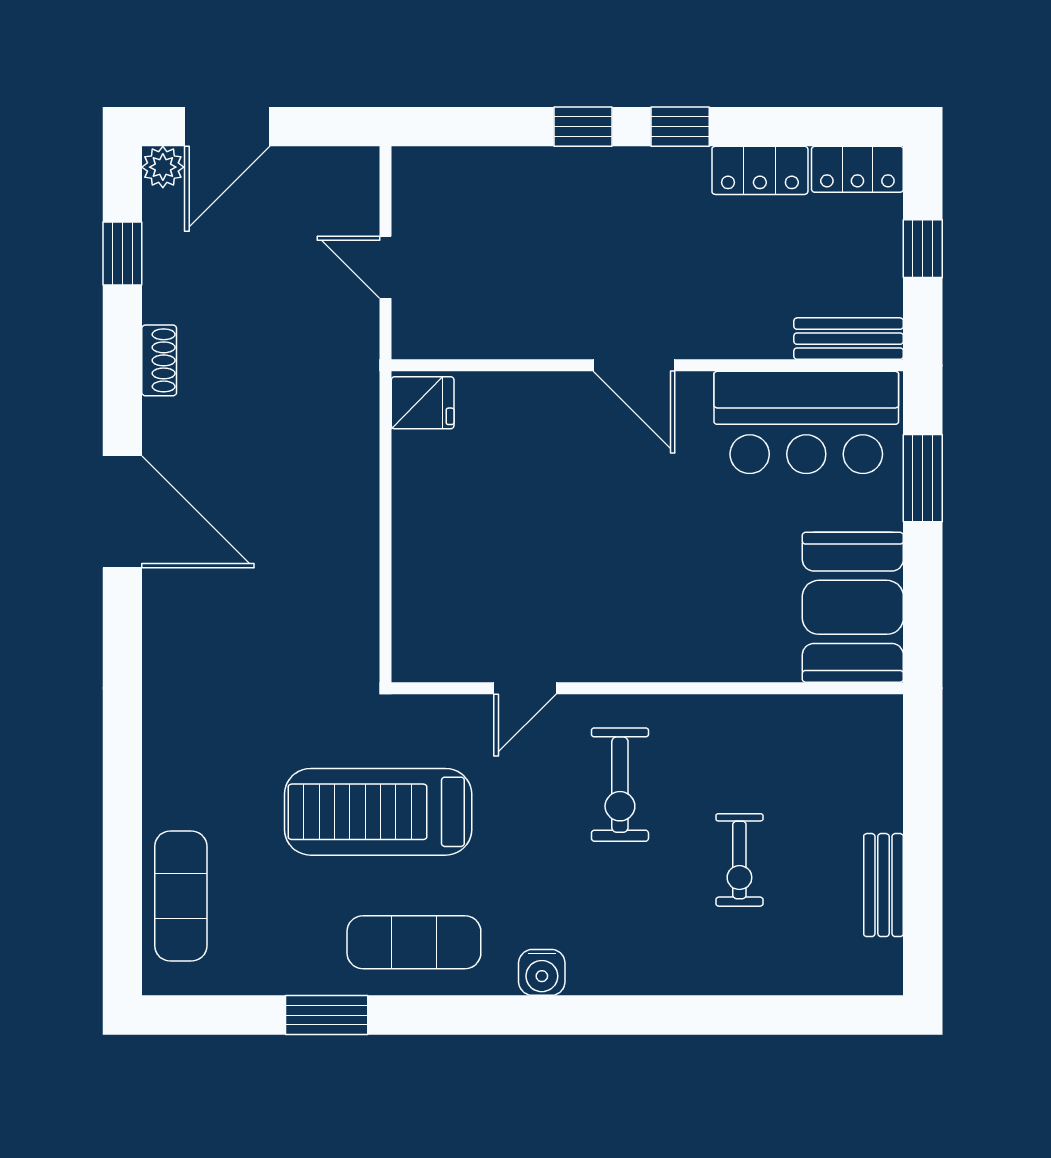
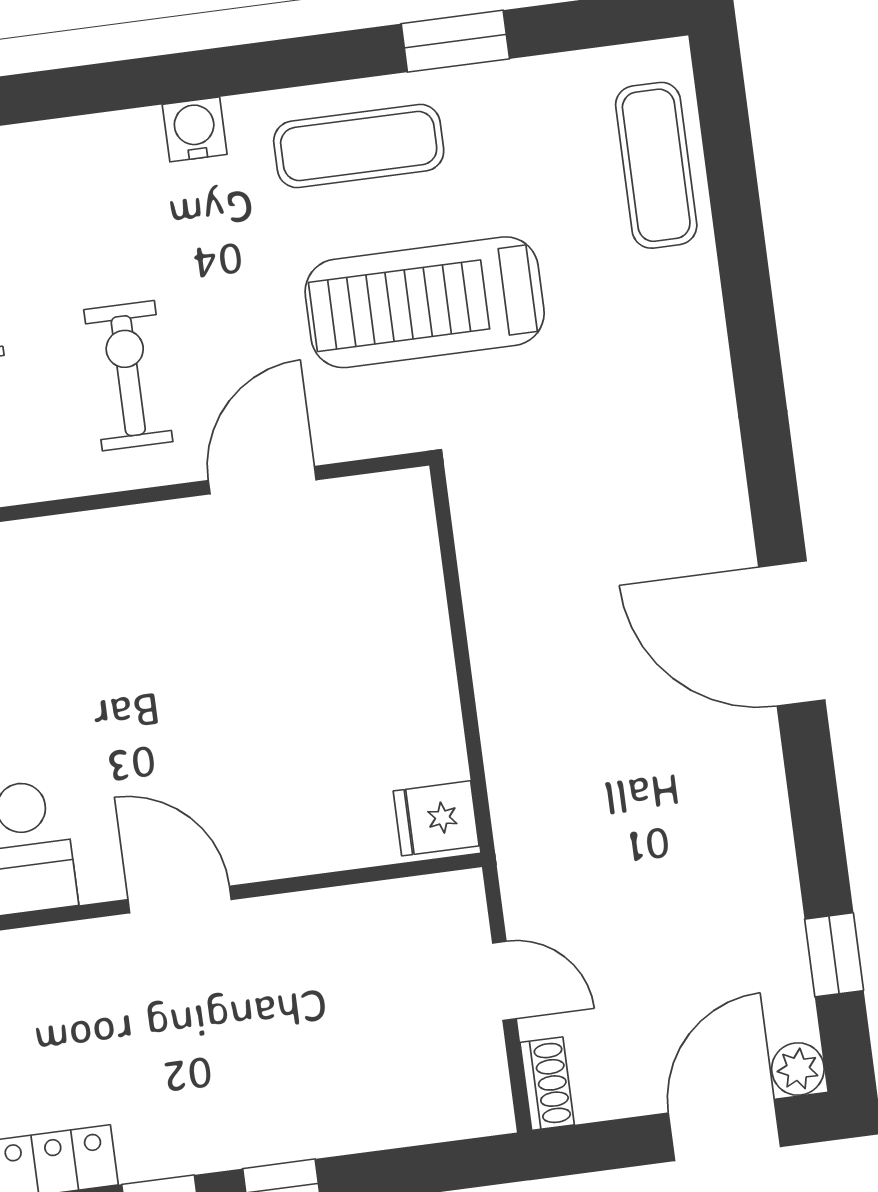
shoe rack: (159, 360) -> (547, 1084), moved, turned 180
door: (525, 688) -> (262, 480), width x1.38
treadmill: (378, 812) -> (425, 302), turned 180

